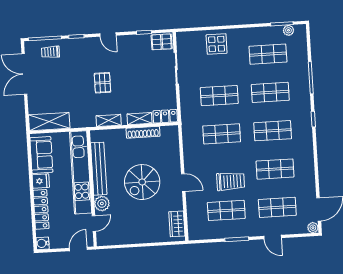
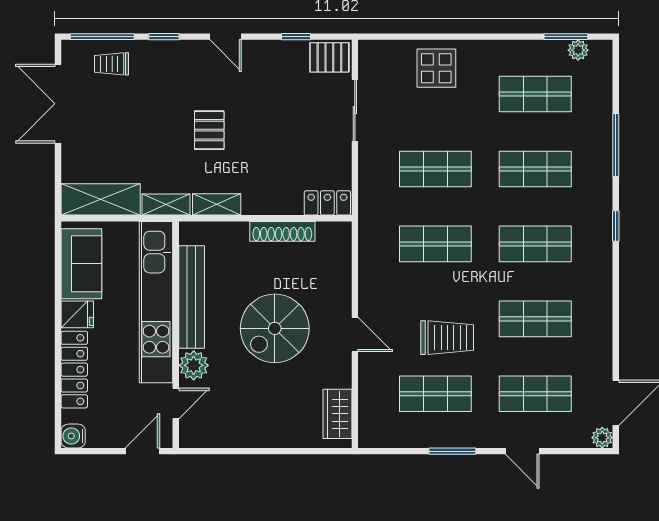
shelving: (140, 119) -> (166, 205), moved

